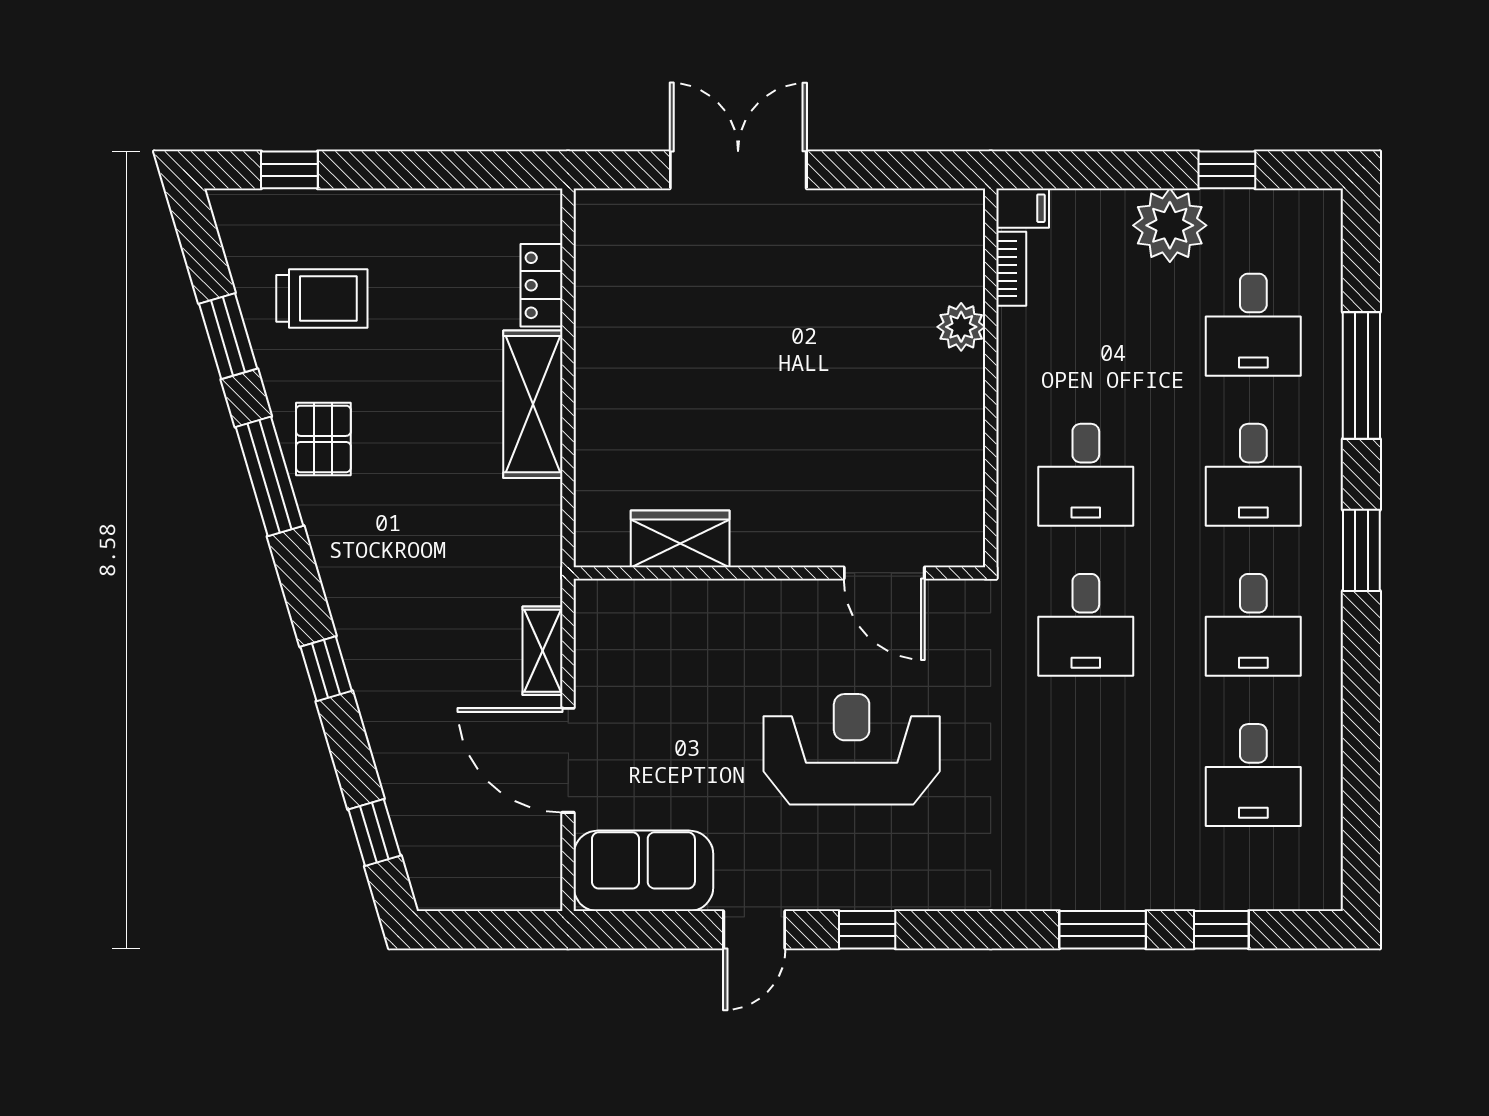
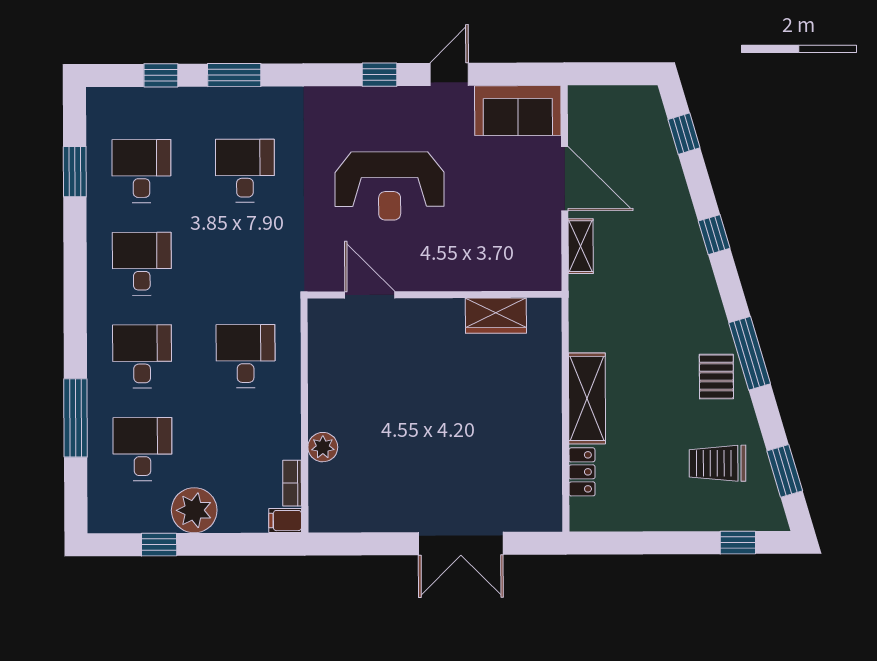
window: (228, 336) -> (785, 471), moved
window: (1361, 550) -> (75, 172), moved
desk: (1086, 625) -> (245, 171), moved

